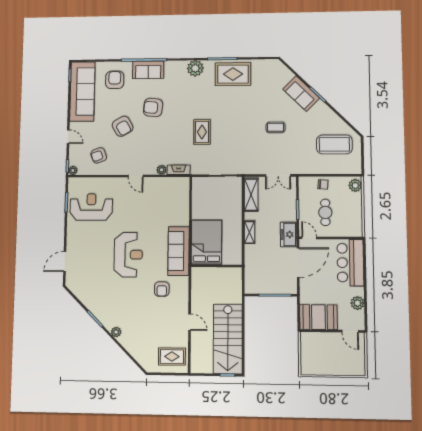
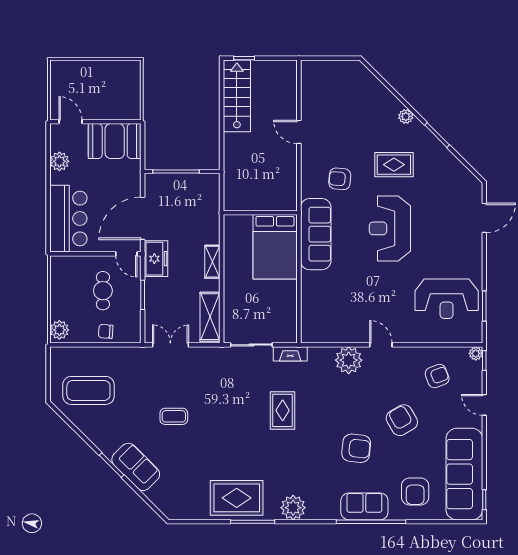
plant: (162, 170) -> (349, 360), width x1.87, depth x1.87
fireplace: (179, 170) -> (290, 354), moved
armchair: (162, 289) -> (340, 179), turned -85
stairs: (228, 339) -> (237, 96), width x0.73, depth x0.66
rug: (172, 357) -> (394, 165), moved

